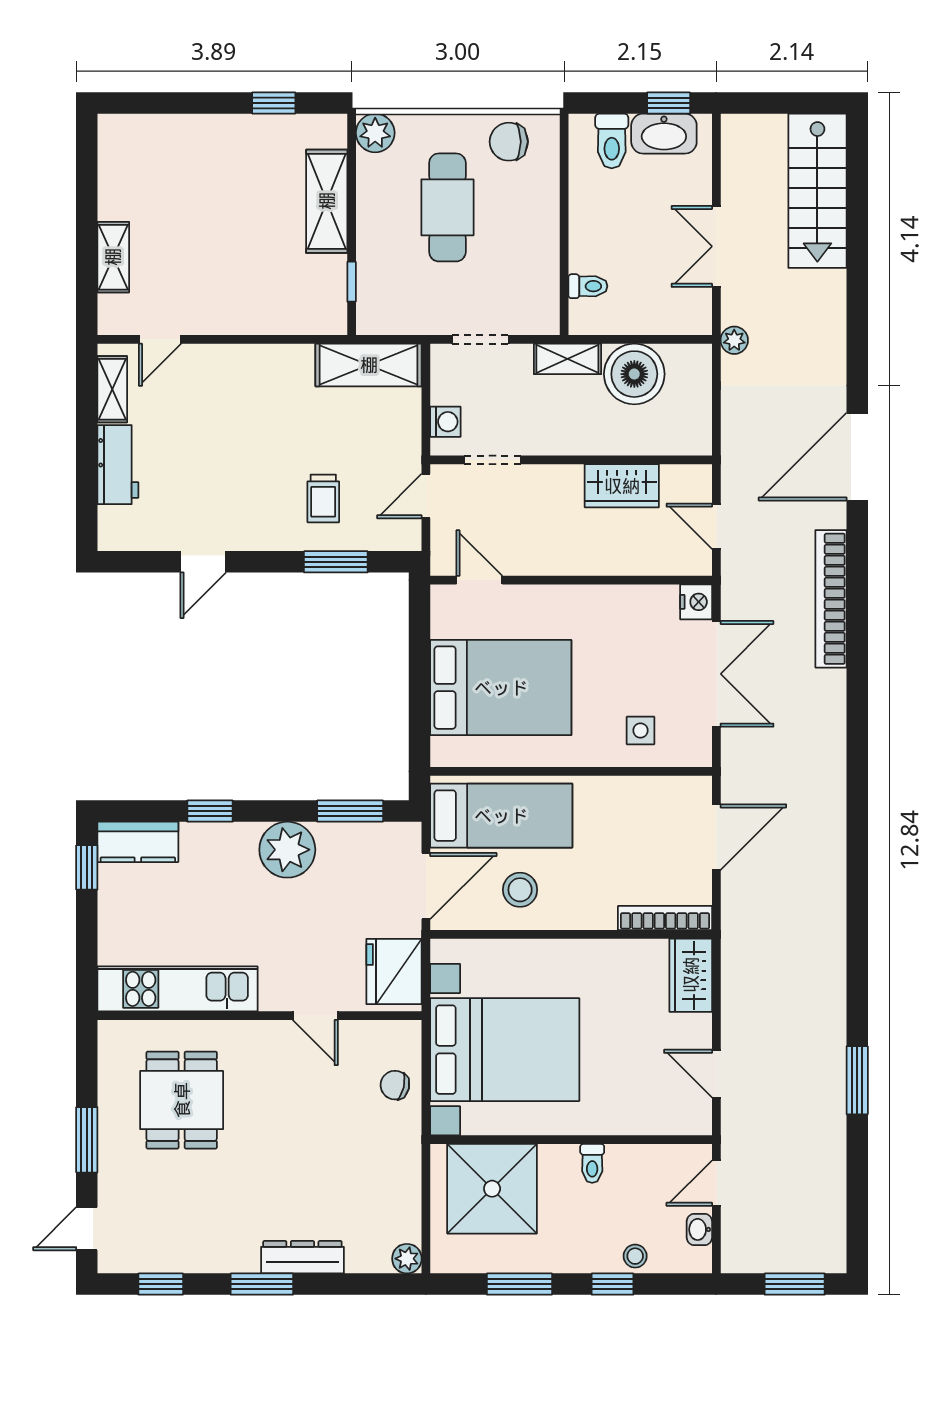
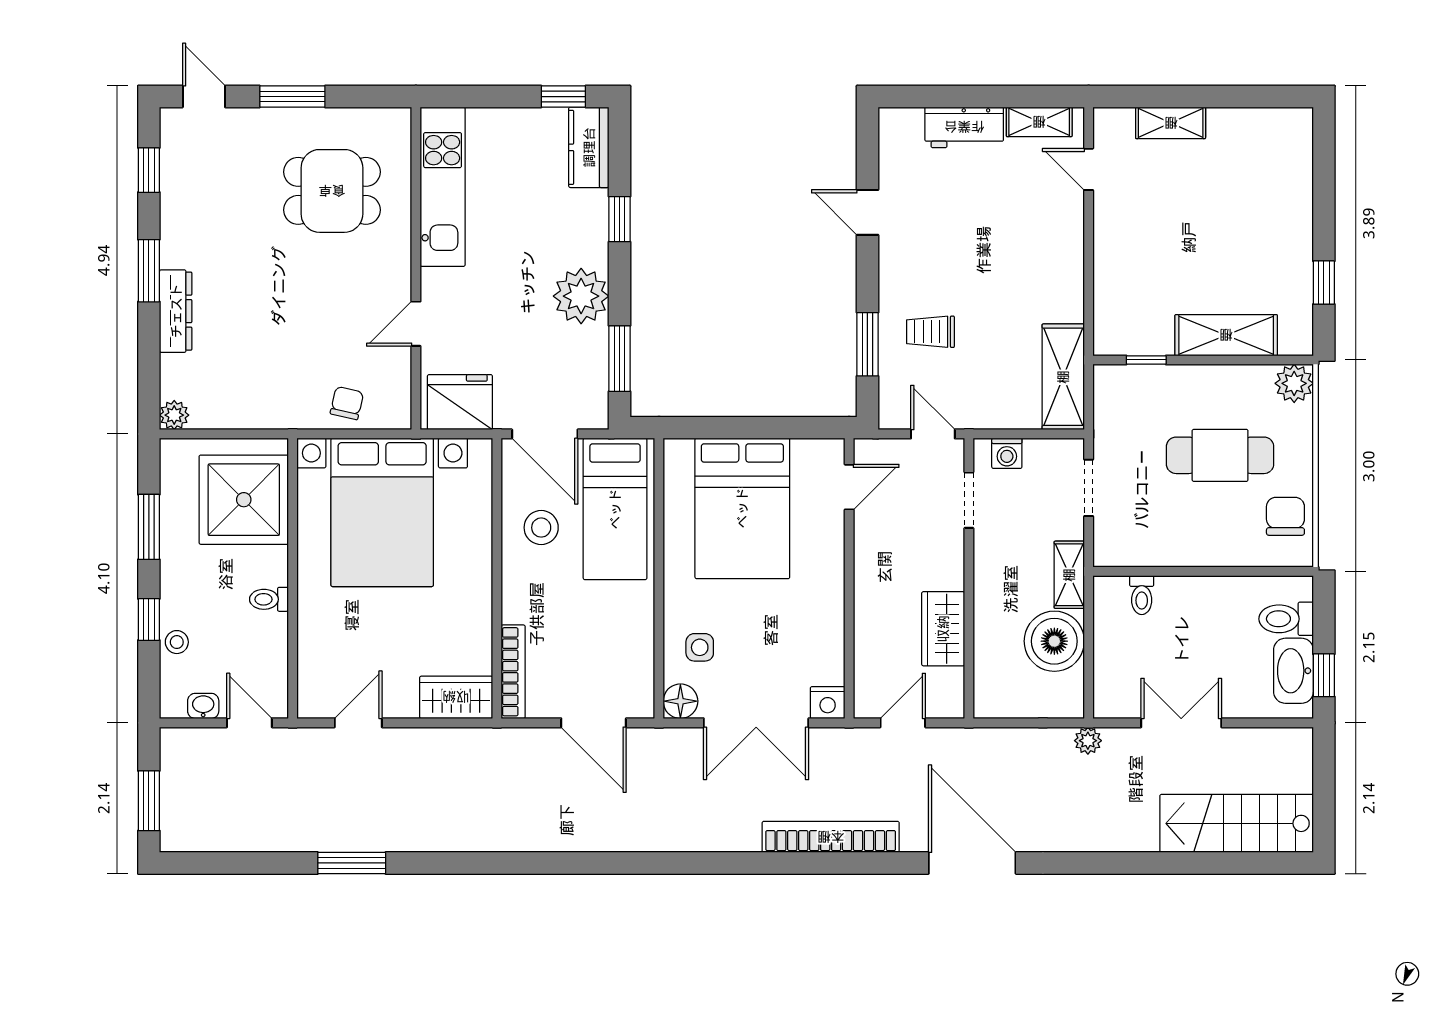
floor lamp: (695, 750) -> (680, 701), added

